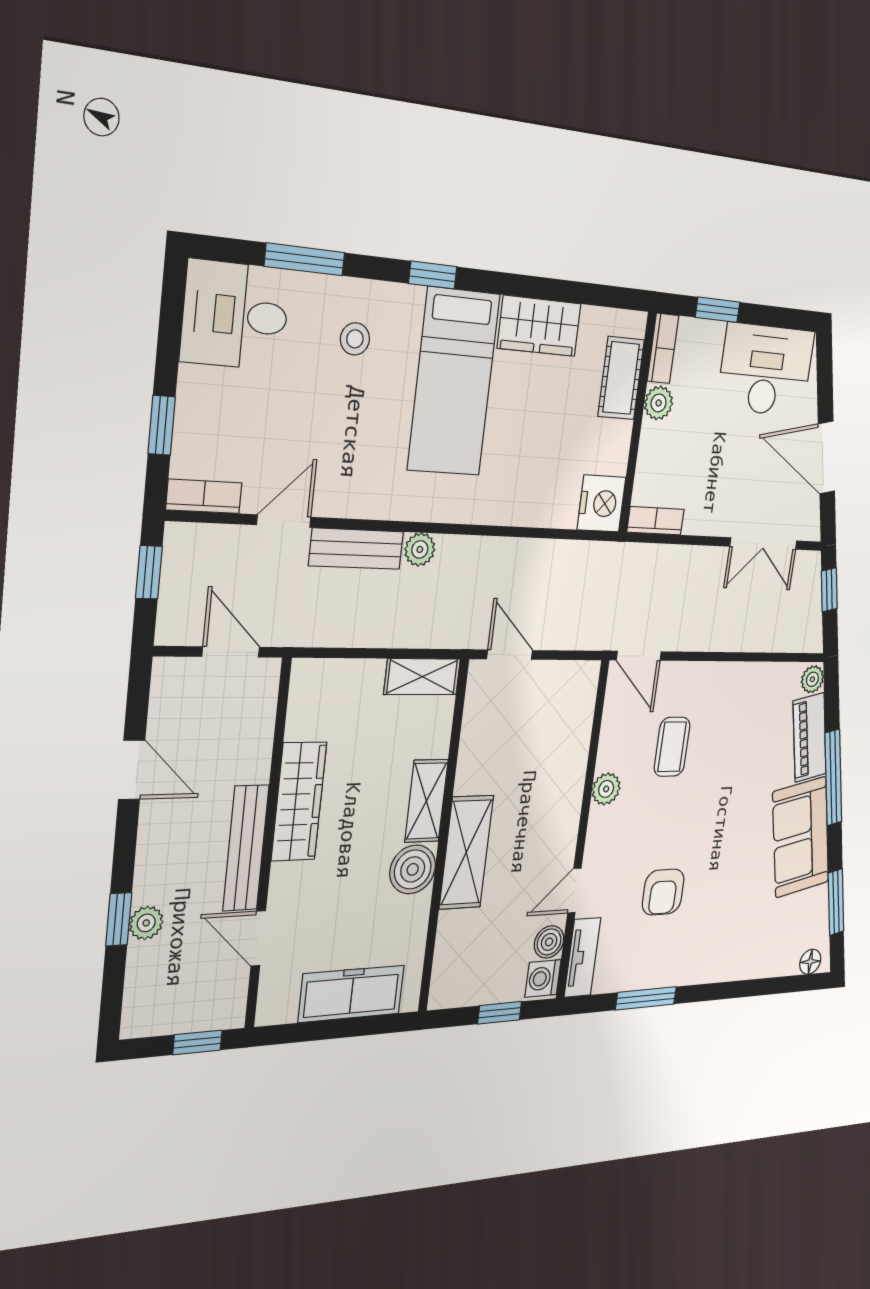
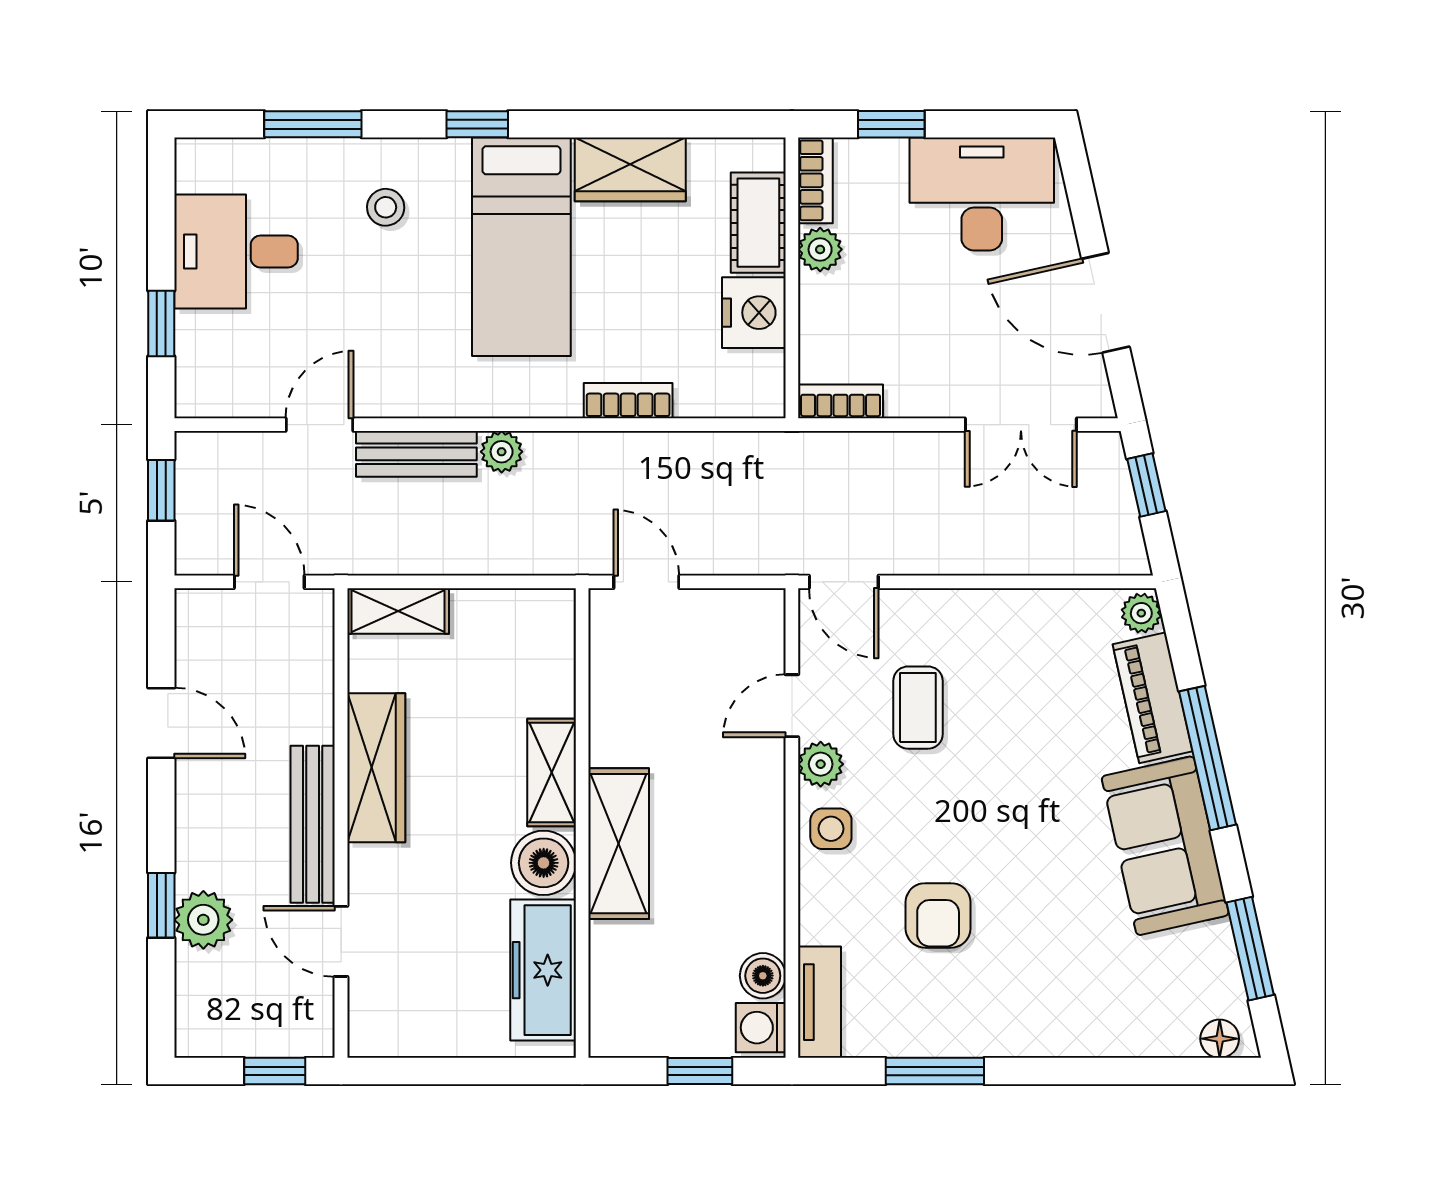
desk: (235, 315) -> (236, 251), moved
bookcase: (204, 496) -> (628, 401), moved
nightstand: (601, 503) -> (754, 313), moved
shelving: (422, 677) -> (398, 611), moved
side table: (606, 835) -> (831, 829), added
door: (574, 891) -> (792, 706), moved
plant: (146, 923) -> (203, 920), width x1.38, depth x1.38
freezer: (352, 994) -> (543, 970), moved, turned -90

